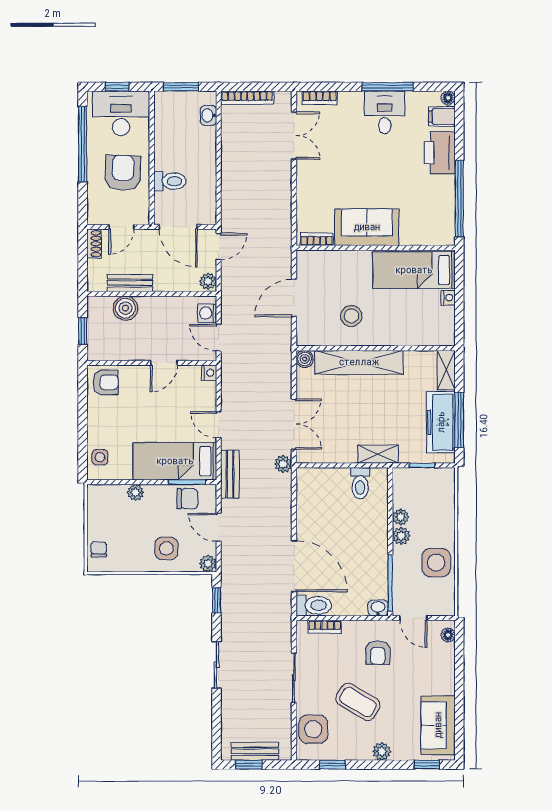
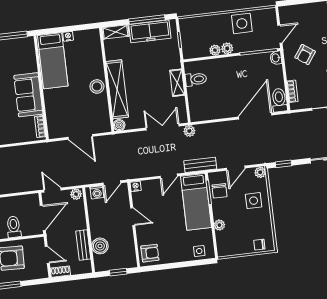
stool: (351, 316) -> (97, 86), moved
armchair: (106, 382) -> (150, 253), turned 90
shelving: (378, 454) -> (177, 83), moved
chair: (187, 499) -> (219, 191), turned 180
floor lamp: (448, 635) -> (288, 10), removed
armchair: (378, 653) -> (305, 55), turned 125

